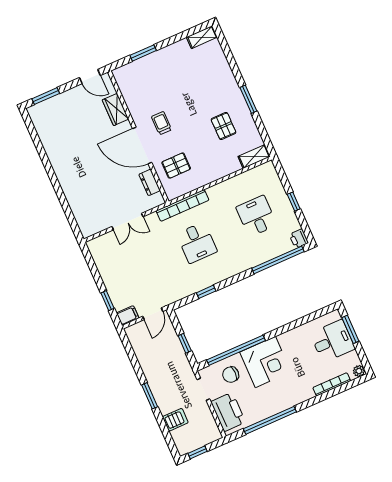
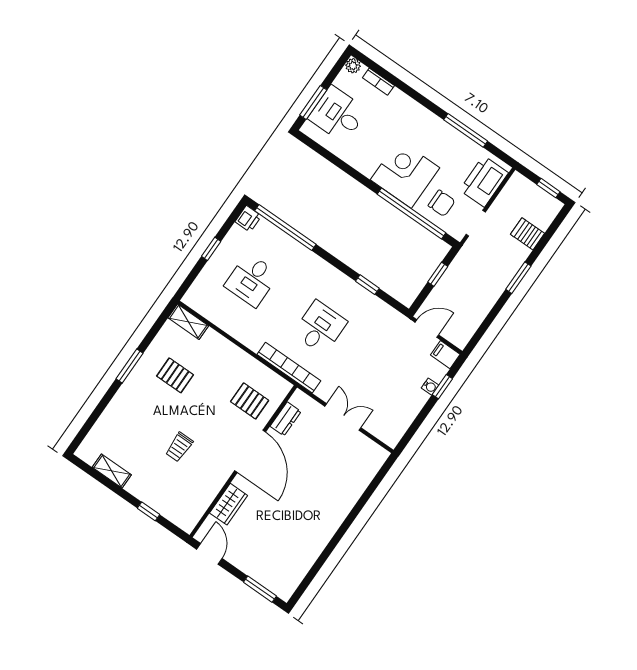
shelving: (202, 37) -> (112, 471), moved
window: (143, 53) -> (149, 511), width x0.67
trolley: (161, 123) -> (179, 447), moved
pallet: (224, 126) -> (175, 375), turned 90
water cooler: (113, 292) -> (430, 387), added
bookcase: (332, 384) -> (378, 82), width x0.64
window: (270, 420) -> (466, 130), width x0.68

